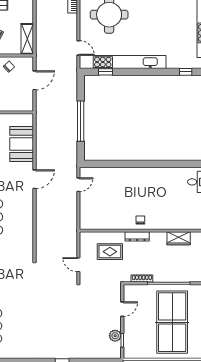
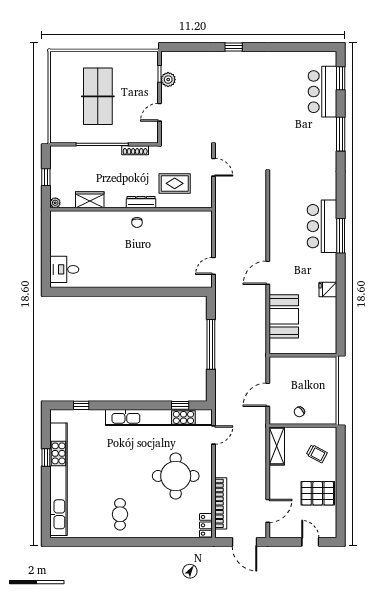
door: (78, 48) -> (214, 435), swing flipped
table tennis table: (172, 322) -> (98, 96), width x0.73, depth x0.76

